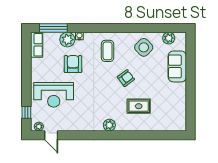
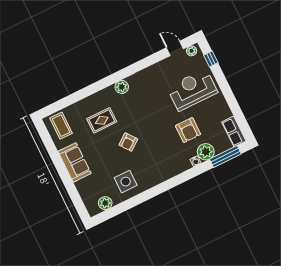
side table: (144, 47) -> (126, 182), turned 45
coffee table: (108, 51) -> (61, 126), moved
sofa: (177, 66) -> (75, 162), moved

